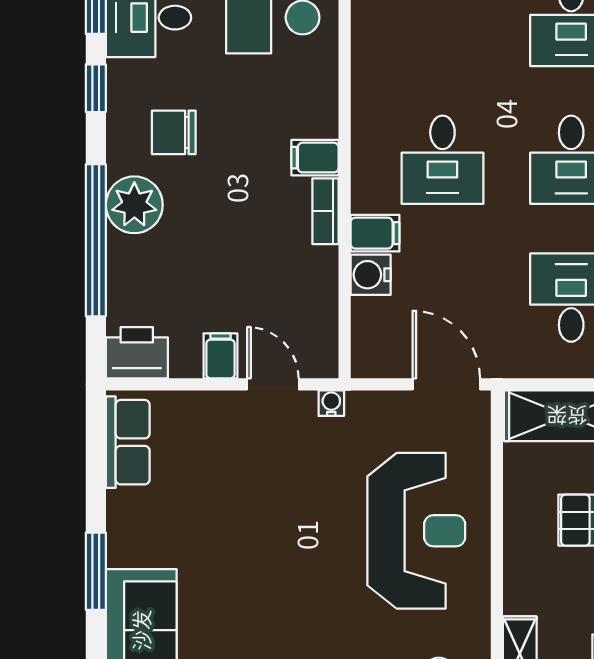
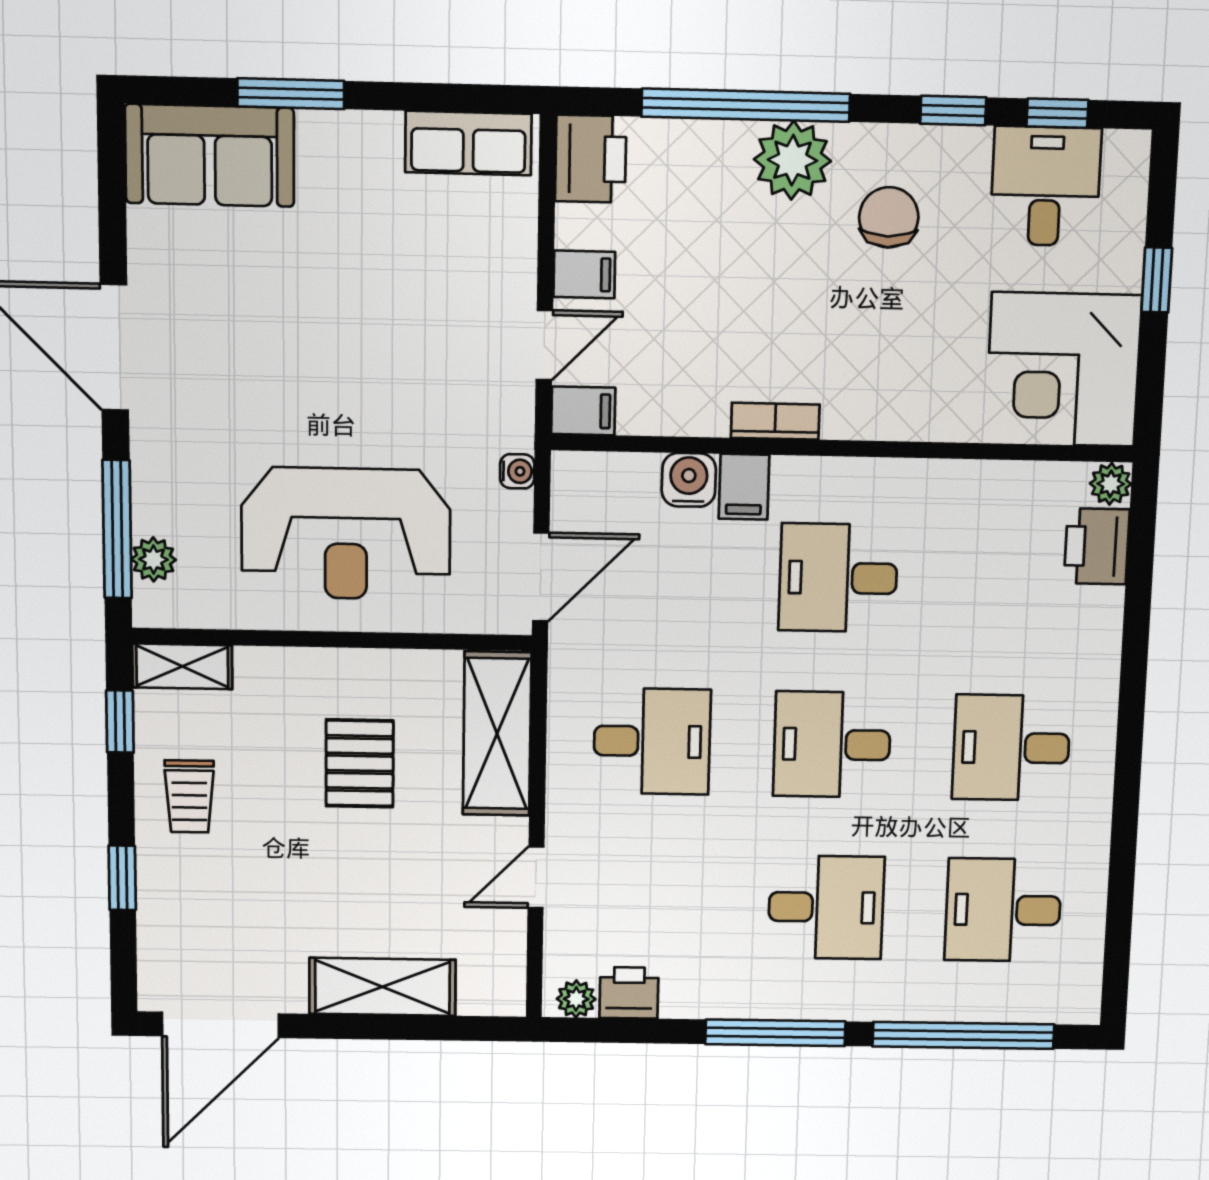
filing cabinet: (315, 158) -> (583, 411), moved, turned 90
water cooler: (331, 403) -> (517, 471), moved

